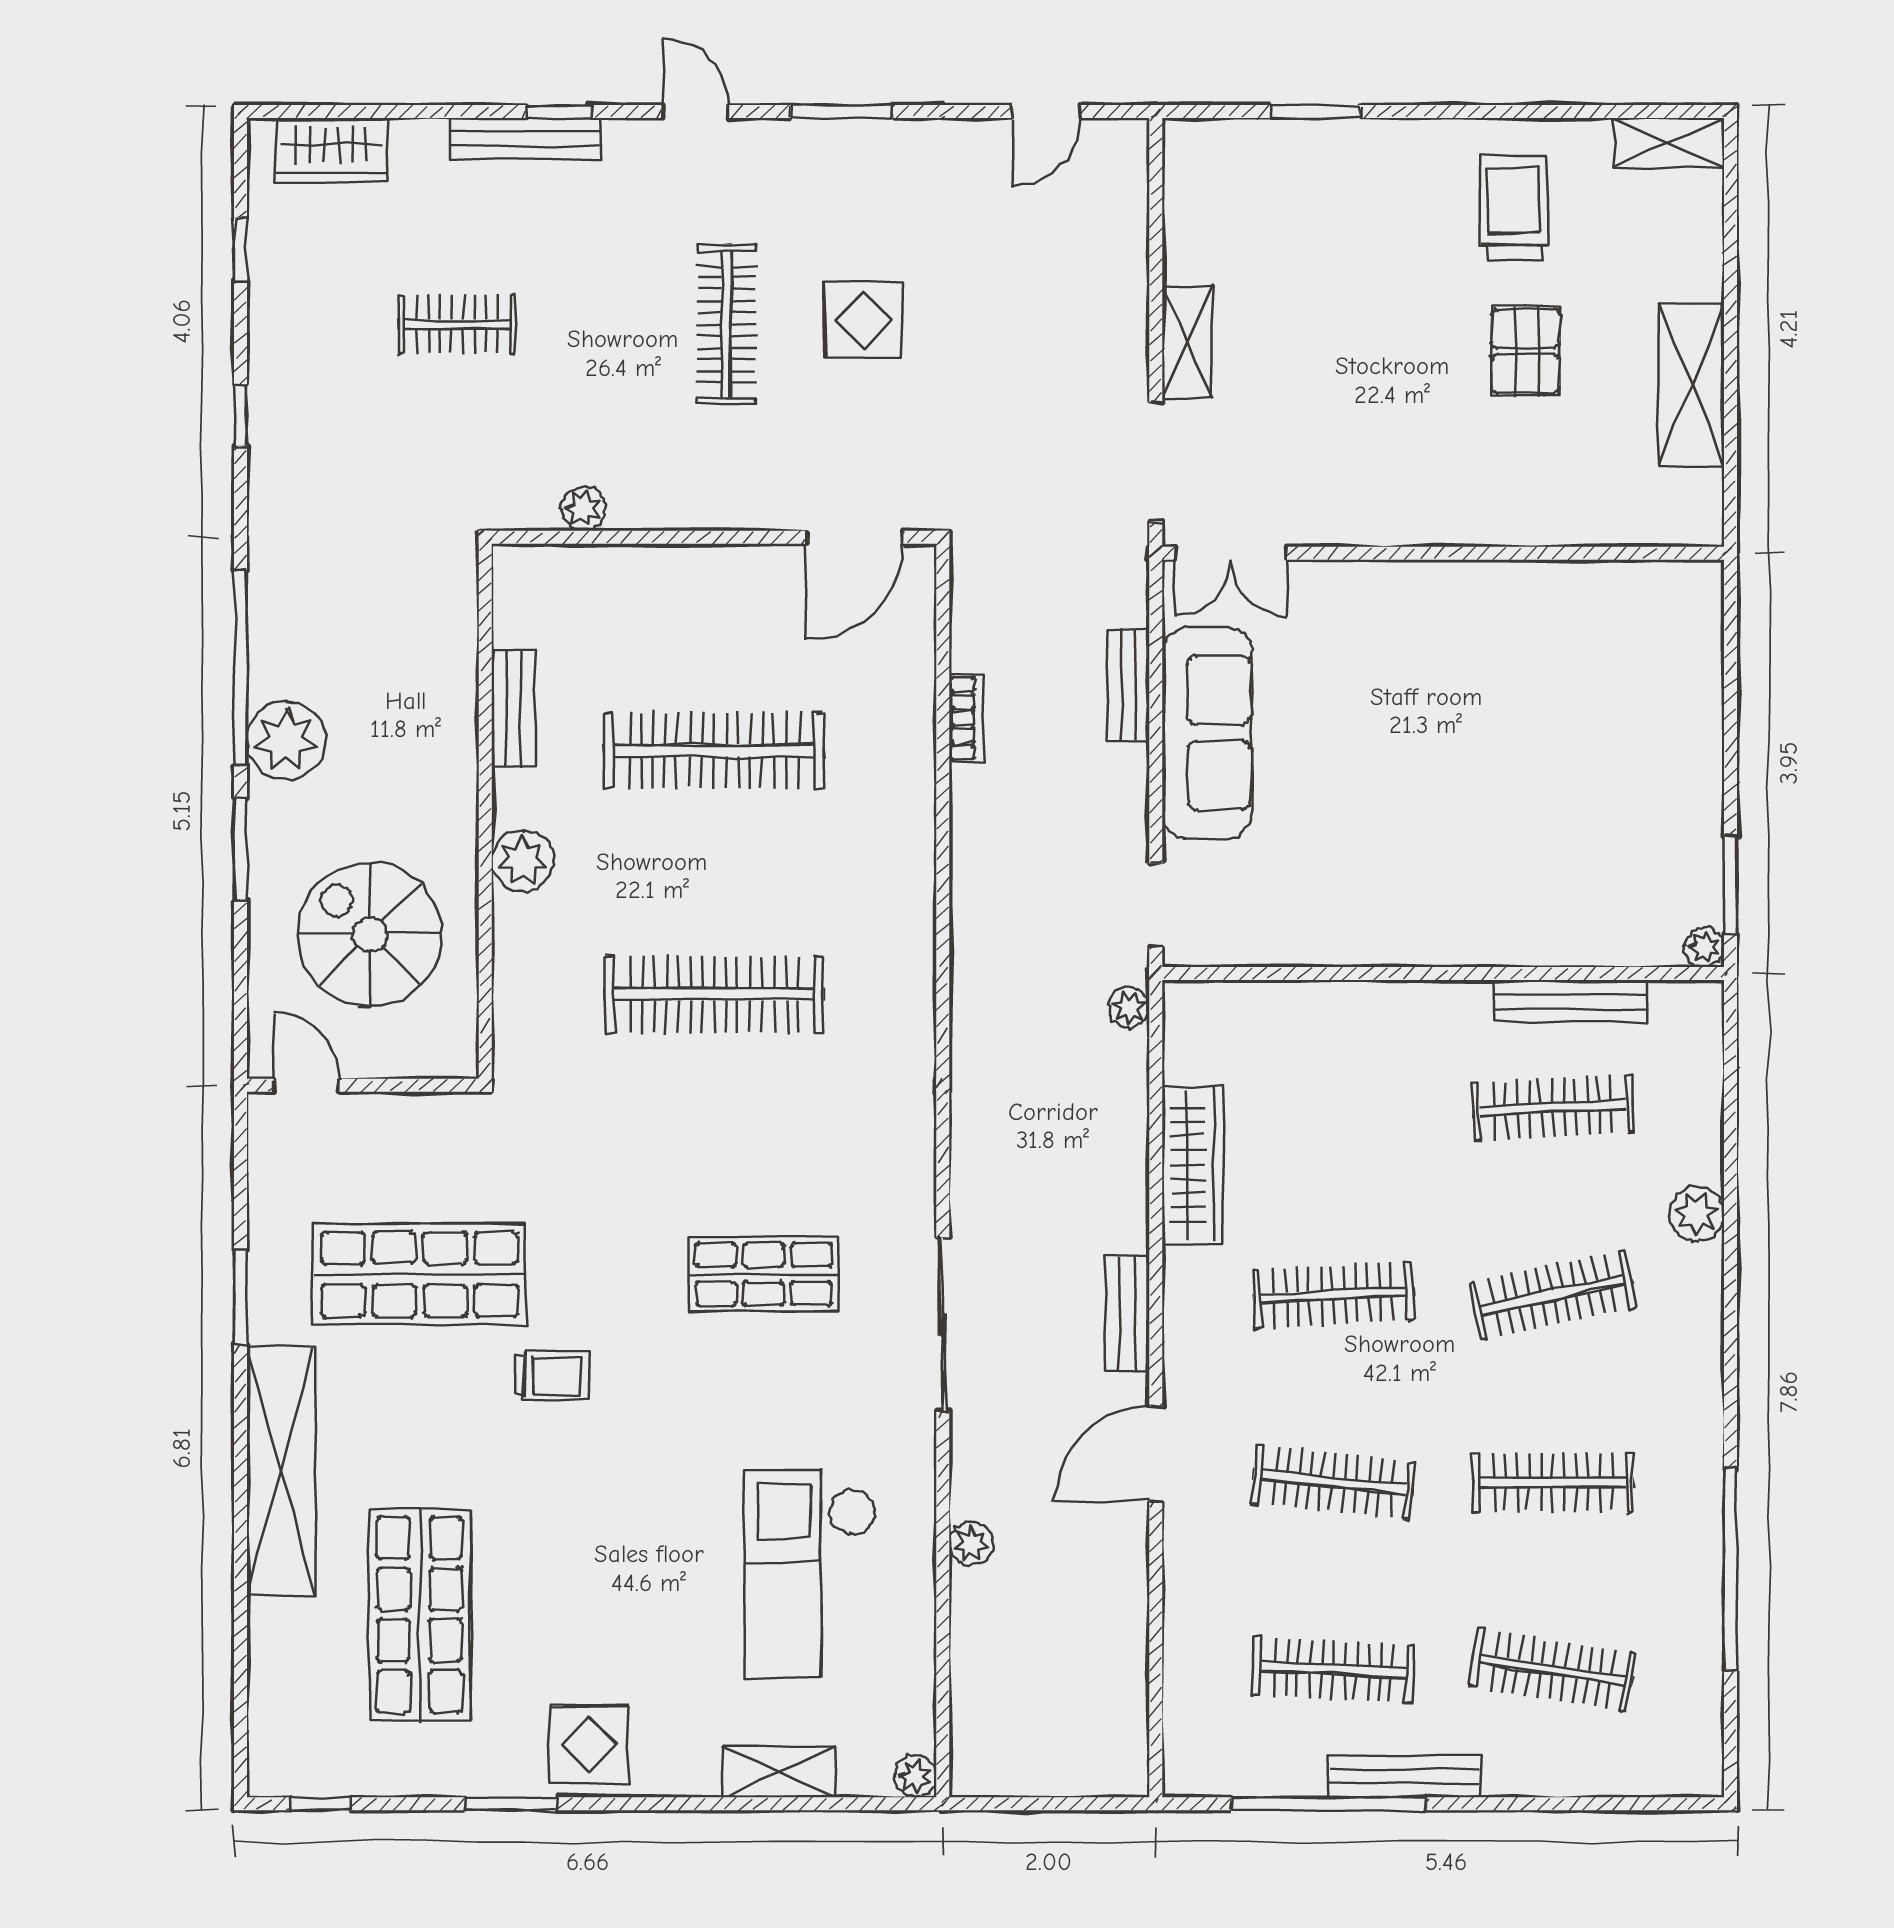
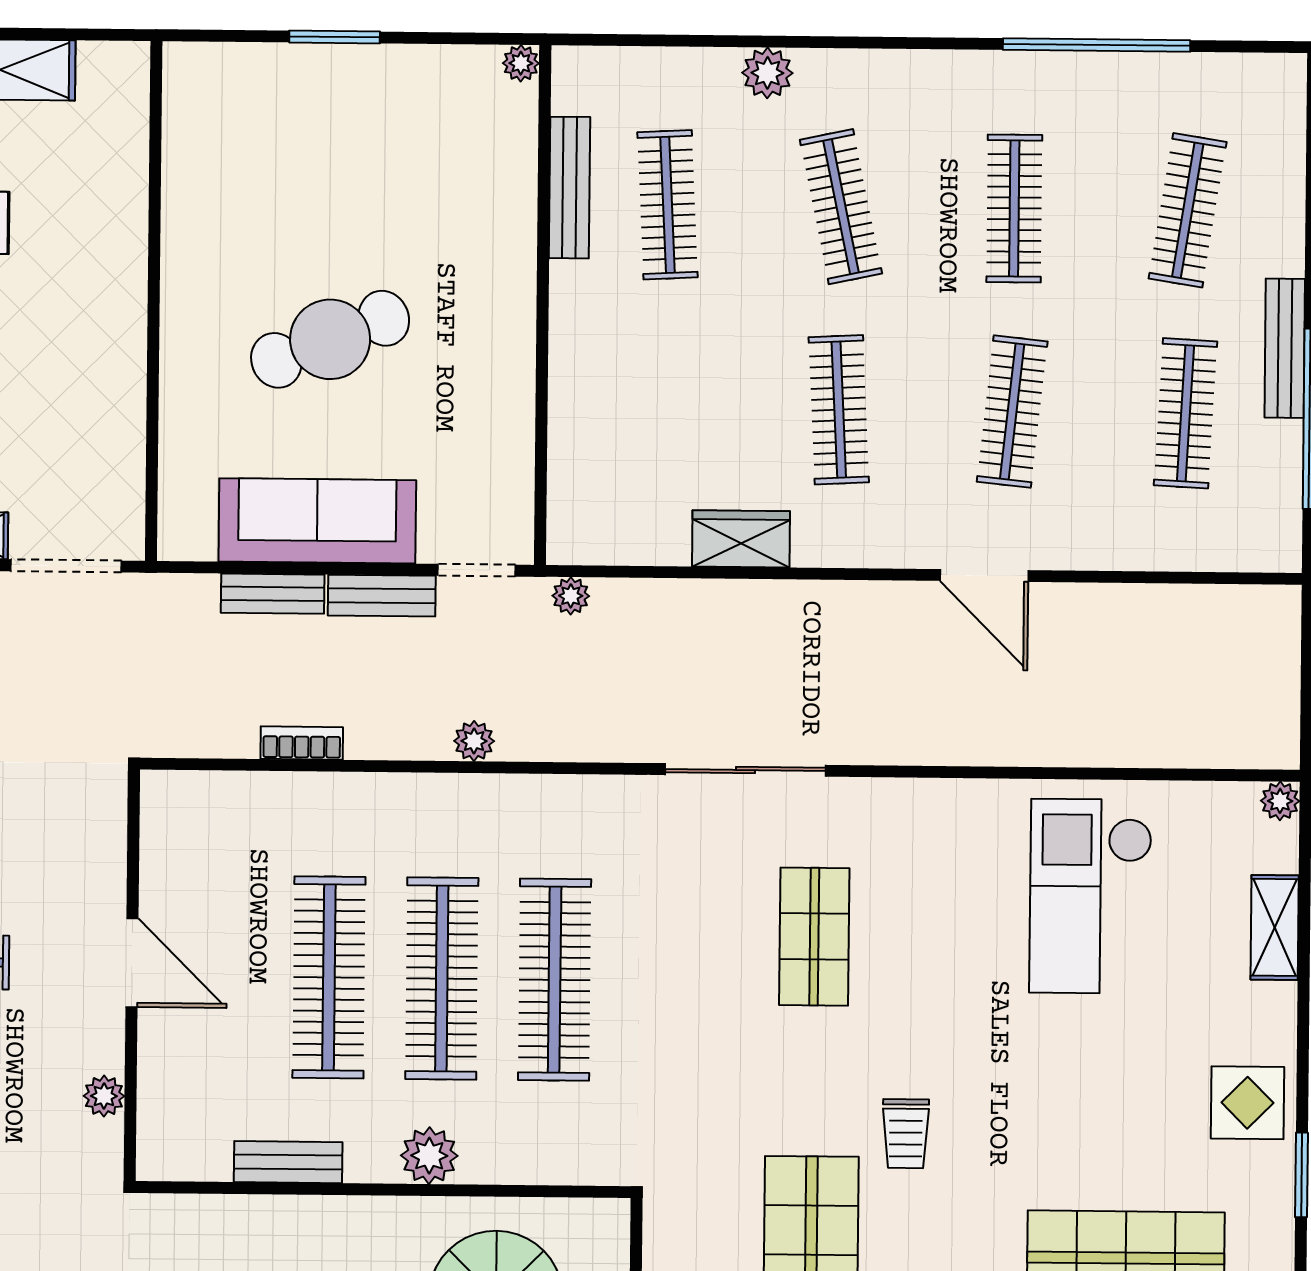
door: (855, 537) -> (132, 963), moved
double door: (1231, 553) -> (152, 497), removed
cafe table: (1404, 744) -> (330, 339), added
clothes rail: (714, 872) -> (442, 979), added
window: (1730, 885) -> (335, 37), moved
wardrobe: (1193, 1164) -> (741, 539), width x0.67
bench: (1127, 1314) -> (382, 596), moved
sliding door: (943, 1324) -> (745, 770), moved
trolley: (552, 1376) -> (906, 1134), turned 180
plant: (971, 1544) -> (474, 741), moved
checkout: (810, 1573) -> (1091, 896), turned 90

